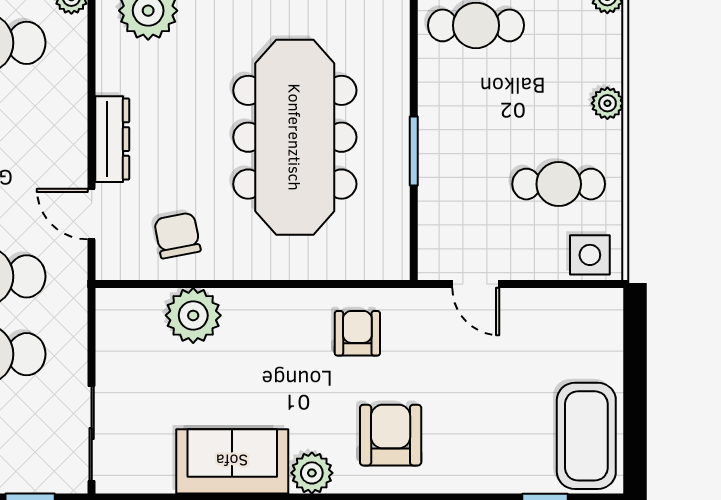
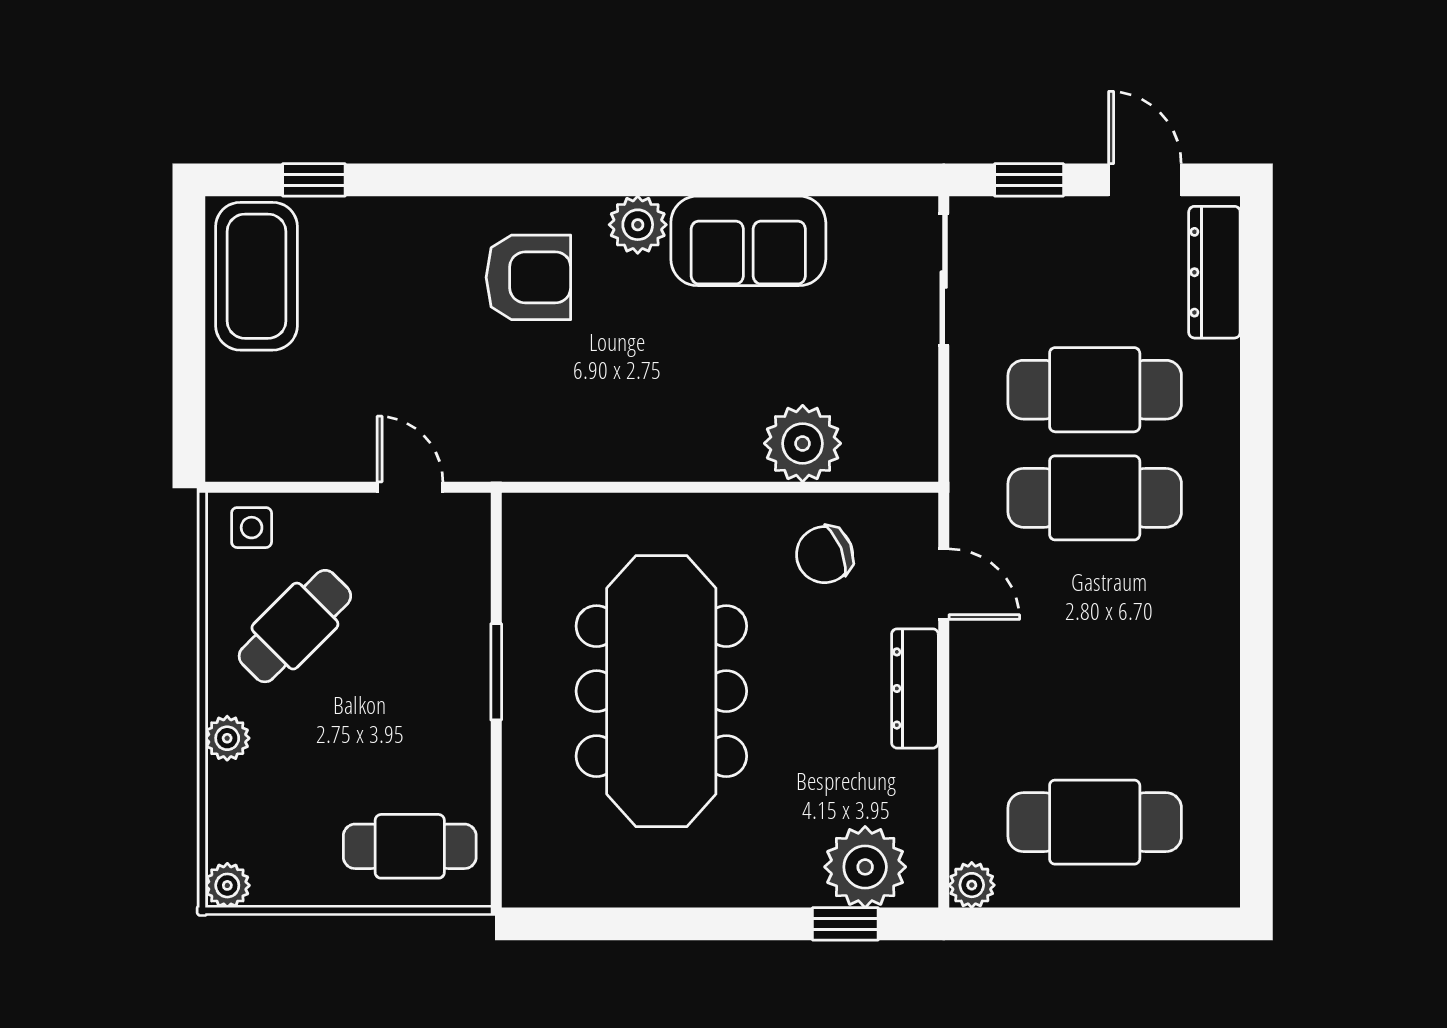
cafe table: (559, 184) -> (295, 626), turned -45
chair: (177, 235) -> (825, 555), turned 79
side table: (590, 255) -> (252, 528), width x0.73, depth x0.73
armchair: (357, 333) -> (575, 419), removed
armchair: (391, 435) -> (528, 277), turned -90

